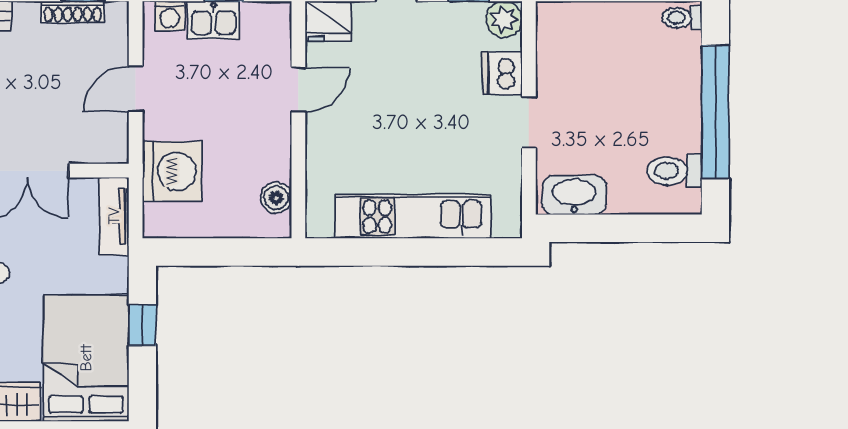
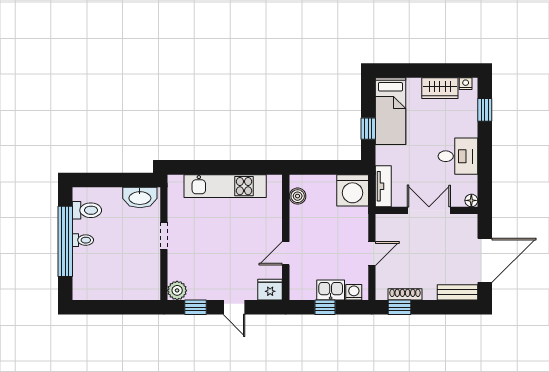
toilet: (682, 18) -> (83, 240), moved
dishwasher: (502, 73) -> (178, 262), removed
washing machine: (172, 171) -> (353, 190), moved, turned -90
bed: (86, 358) -> (390, 111), width x0.67

